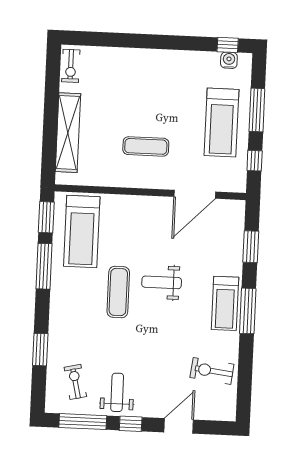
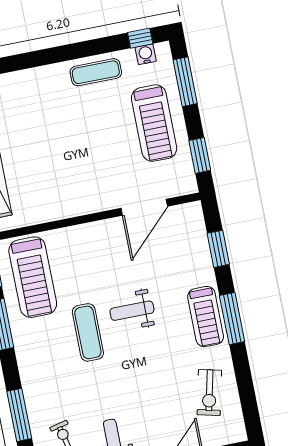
window: (257, 110) -> (185, 82), moved
exercise mat: (146, 146) -> (96, 72), moved
window: (255, 161) -> (200, 155), width x1.50
window: (40, 350) -> (19, 415), width x1.44
exercise bike: (212, 371) -> (209, 392), turned -84

